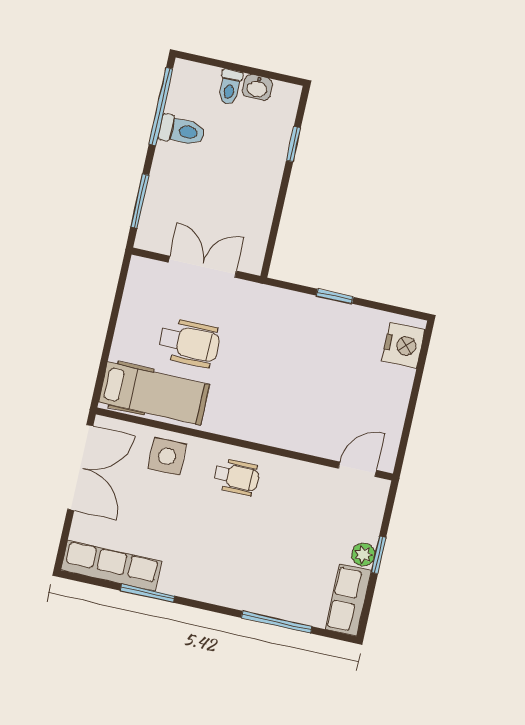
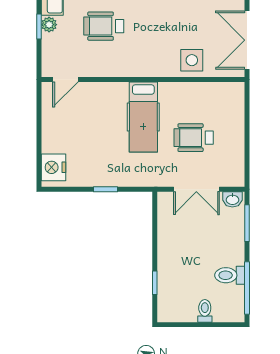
washbasin: (257, 87) -> (232, 199), moved, turned 180
hospital bed: (154, 393) -> (143, 117), moved, turned -90
wheelchair: (236, 477) -> (104, 26), moved, width x1.36, depth x1.37

